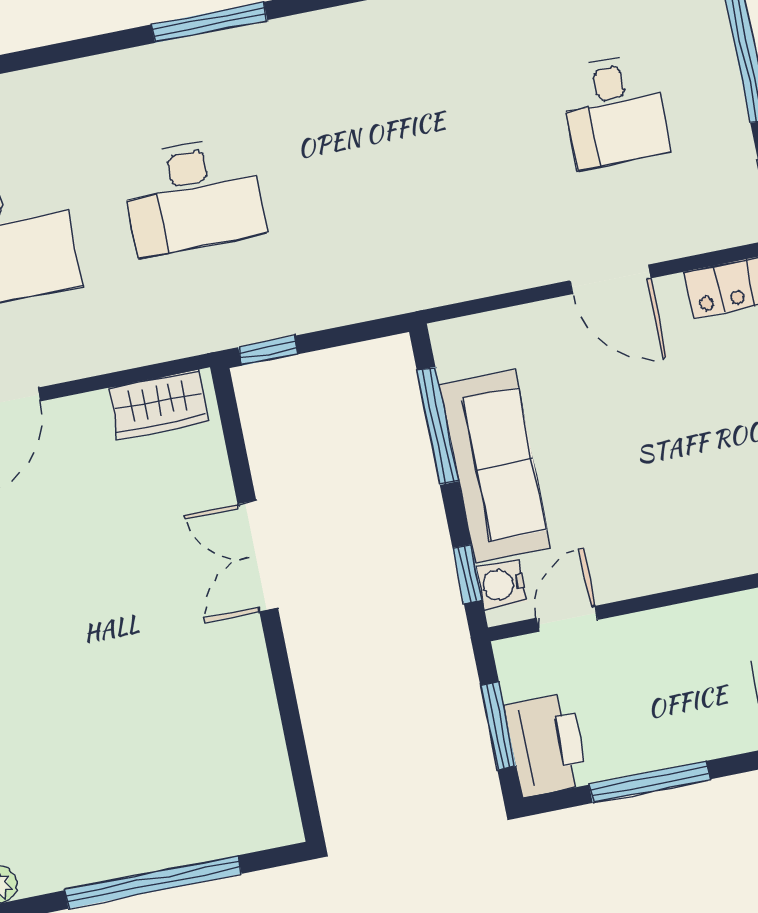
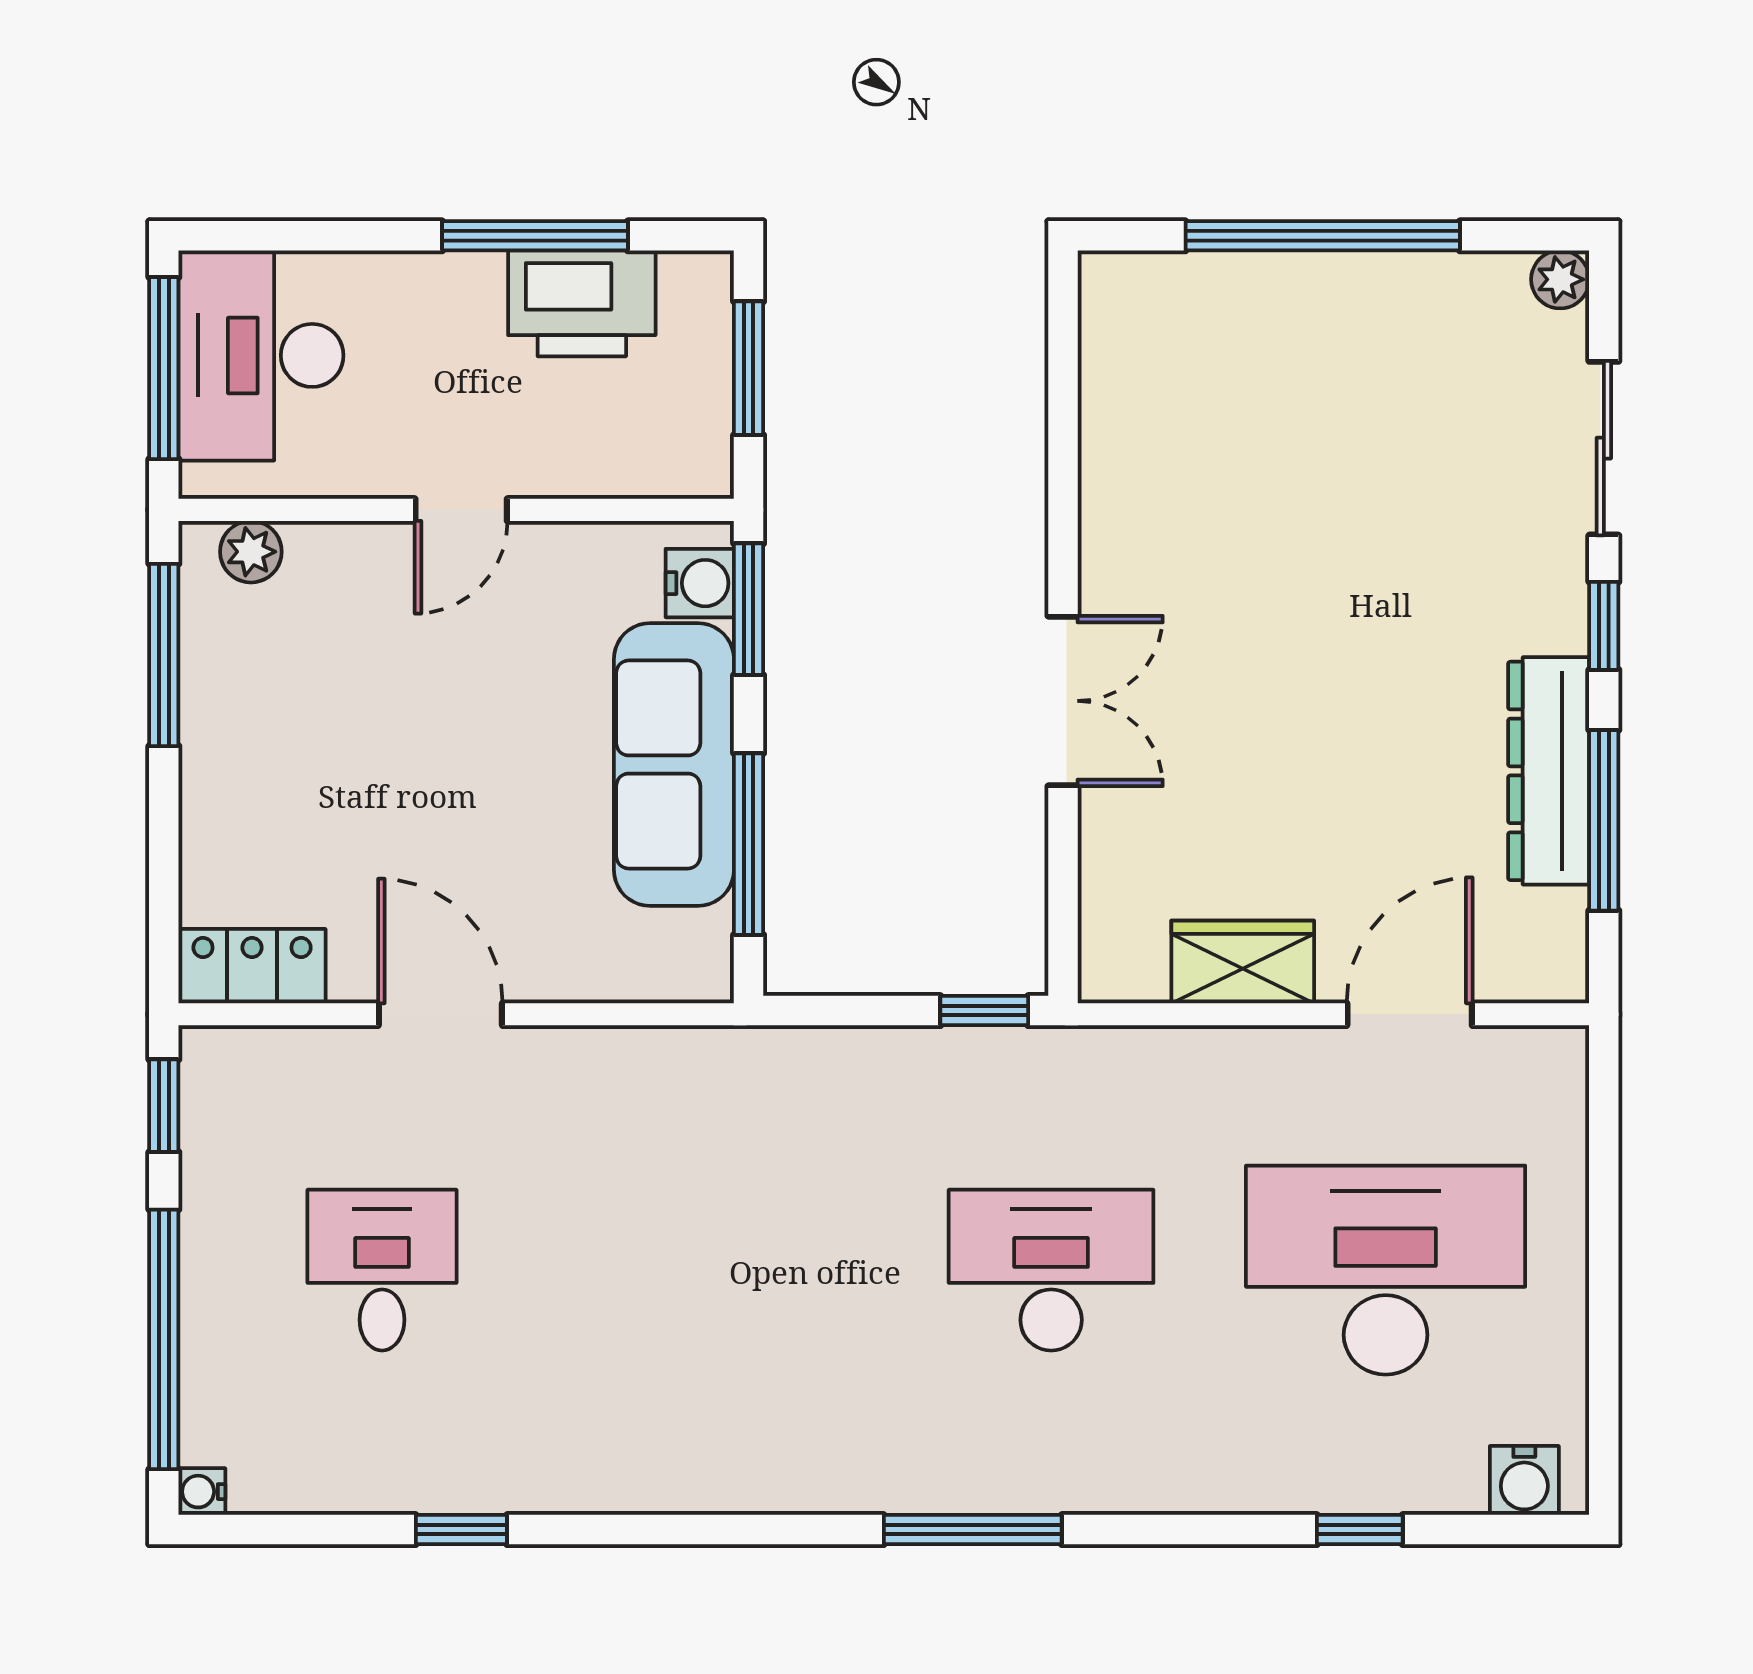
wardrobe: (158, 405) -> (1243, 962), moved
window: (467, 574) -> (749, 609), width x1.50
door: (567, 619) -> (461, 510), moved
printer: (546, 745) -> (582, 303), moved, turned -90

